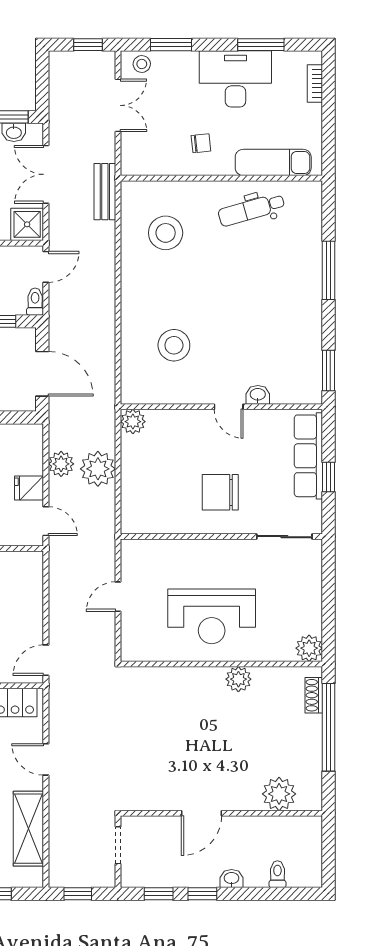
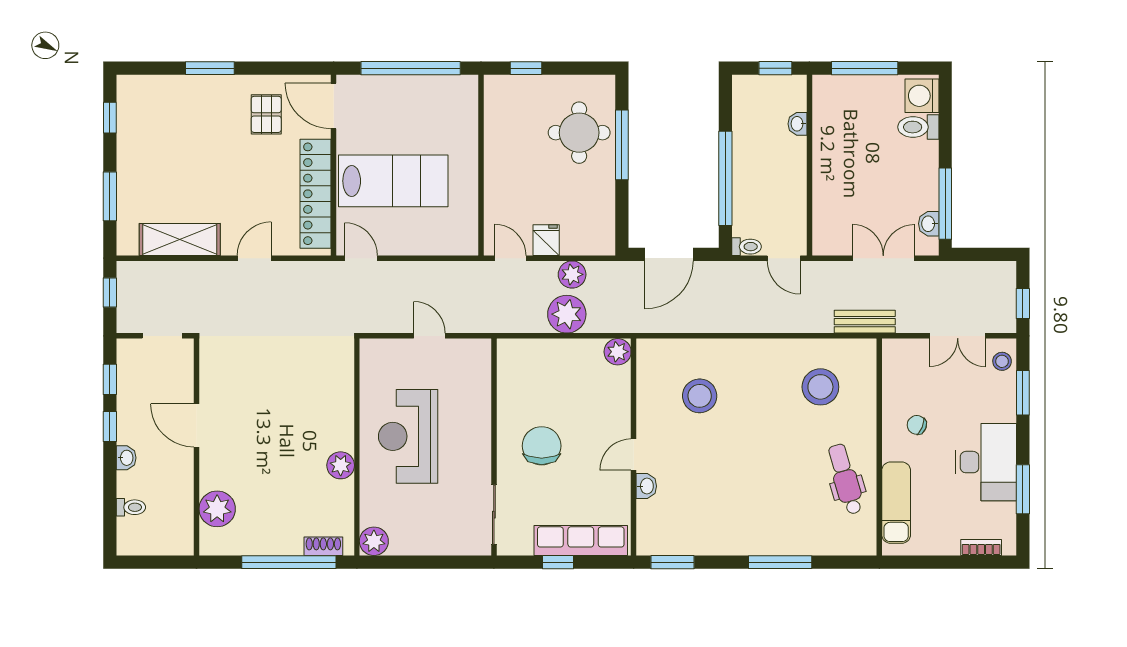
chair: (201, 143) -> (917, 425), turned 118
shower: (27, 224) -> (830, 238), removed
door: (46, 521) -> (511, 258), swing flipped

